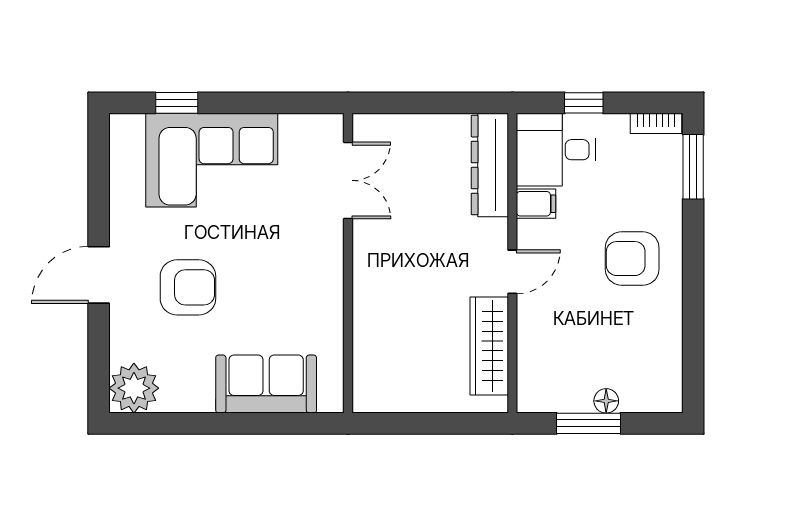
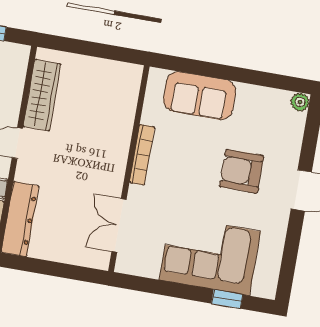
bookcase: (333, 286) -> (142, 155), added
plant: (134, 388) -> (300, 102), width x0.53, depth x0.53

